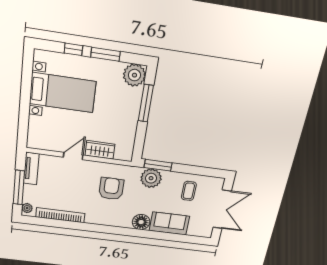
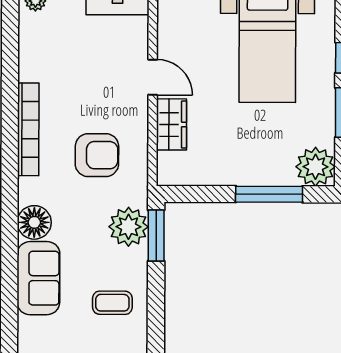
bookcase: (60, 215) -> (28, 129), moved

